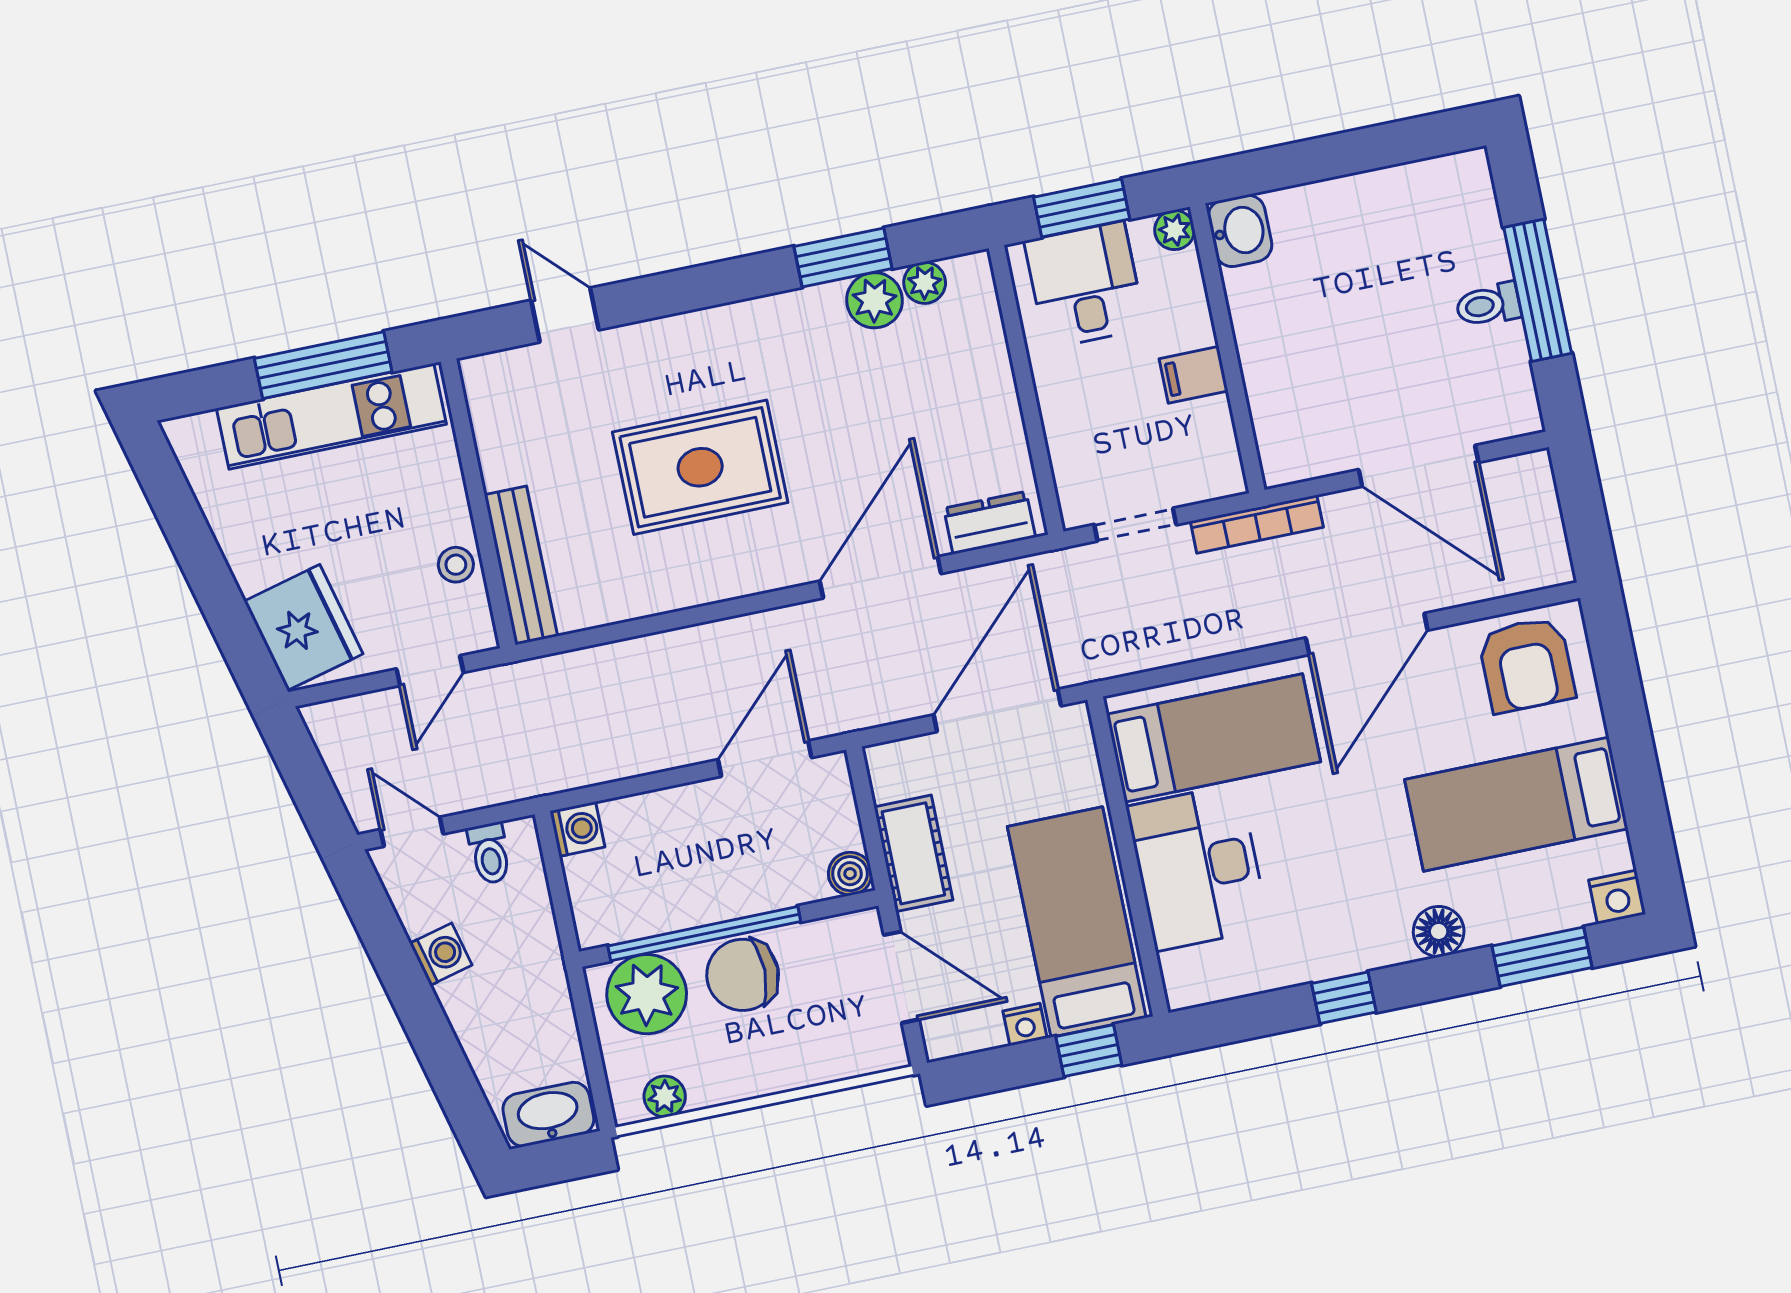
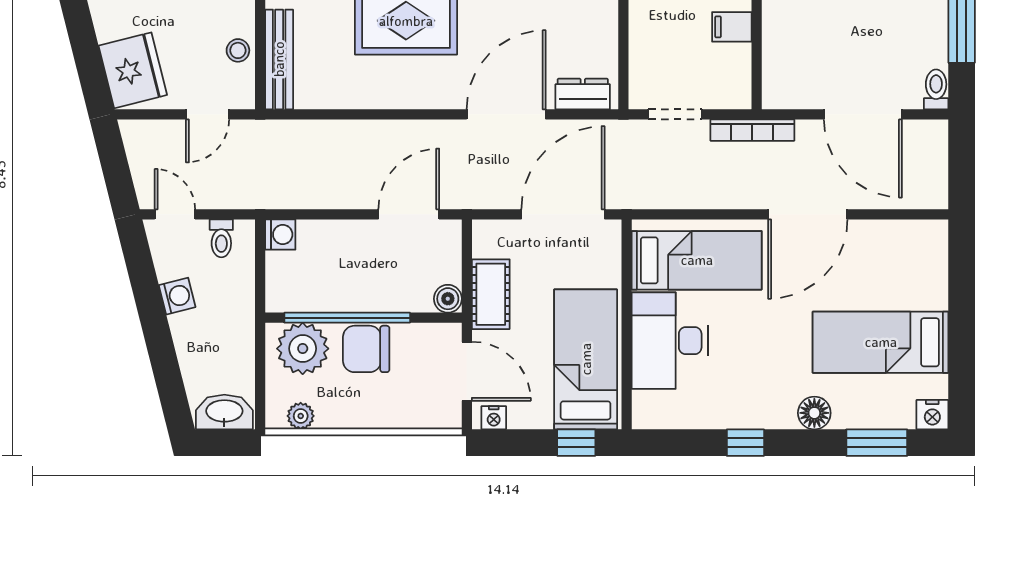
toilet: (1488, 305) -> (936, 89), moved, turned 90
armchair: (1526, 665) -> (905, 255), removed
nightstand: (1025, 1025) -> (494, 418), moved

